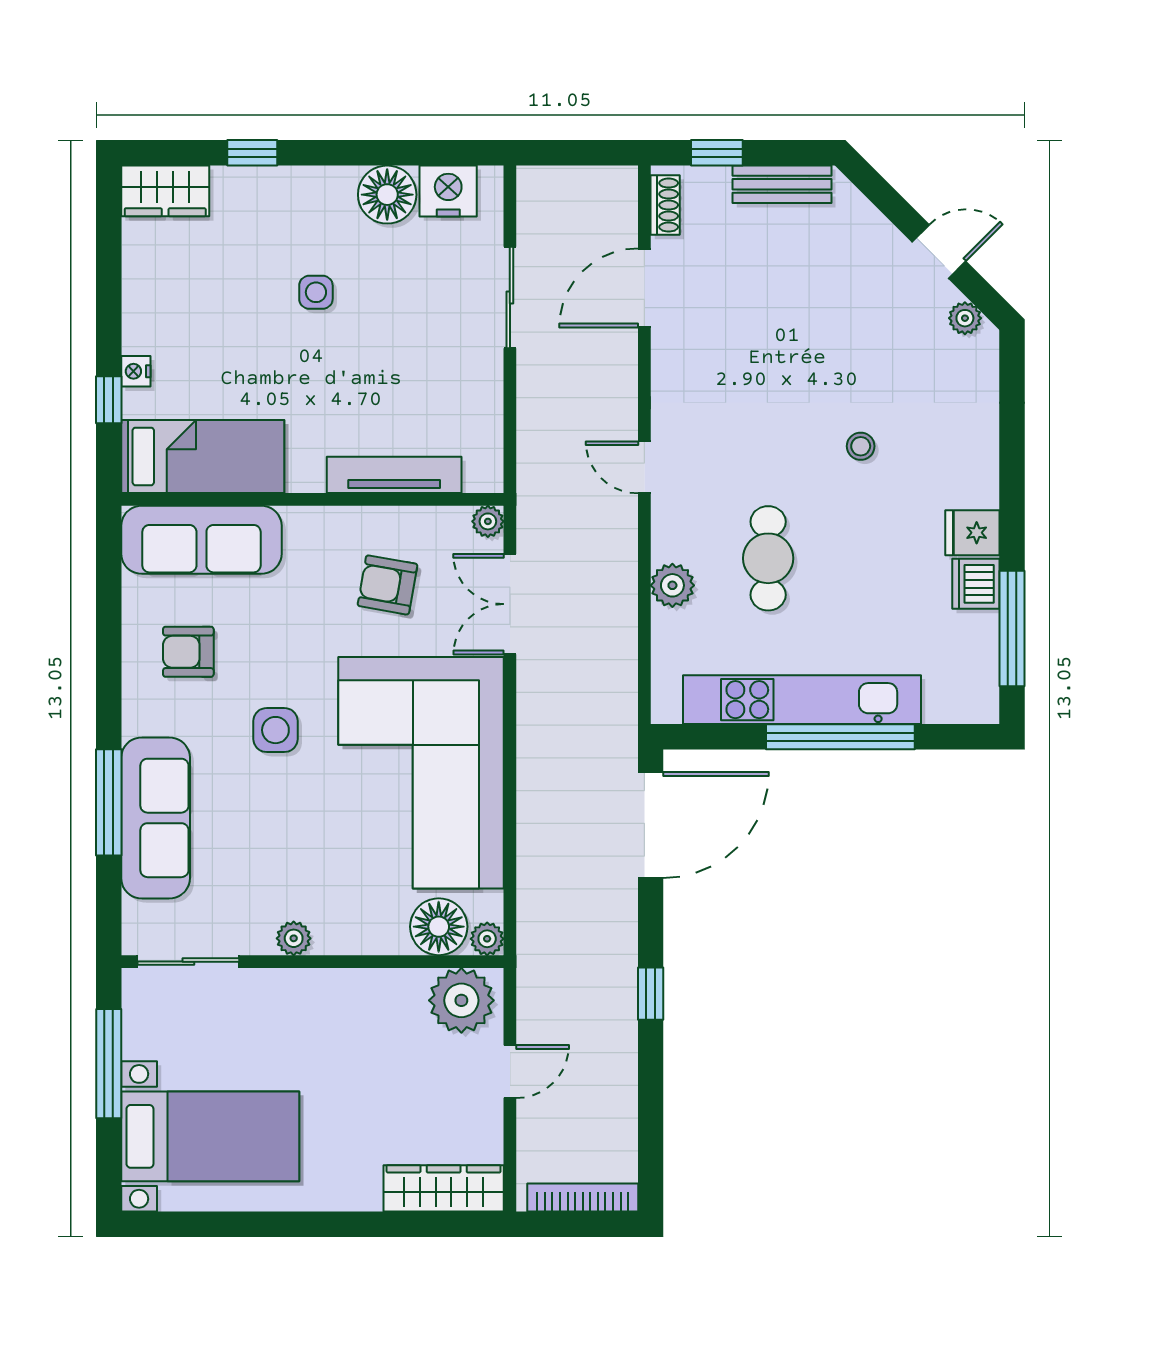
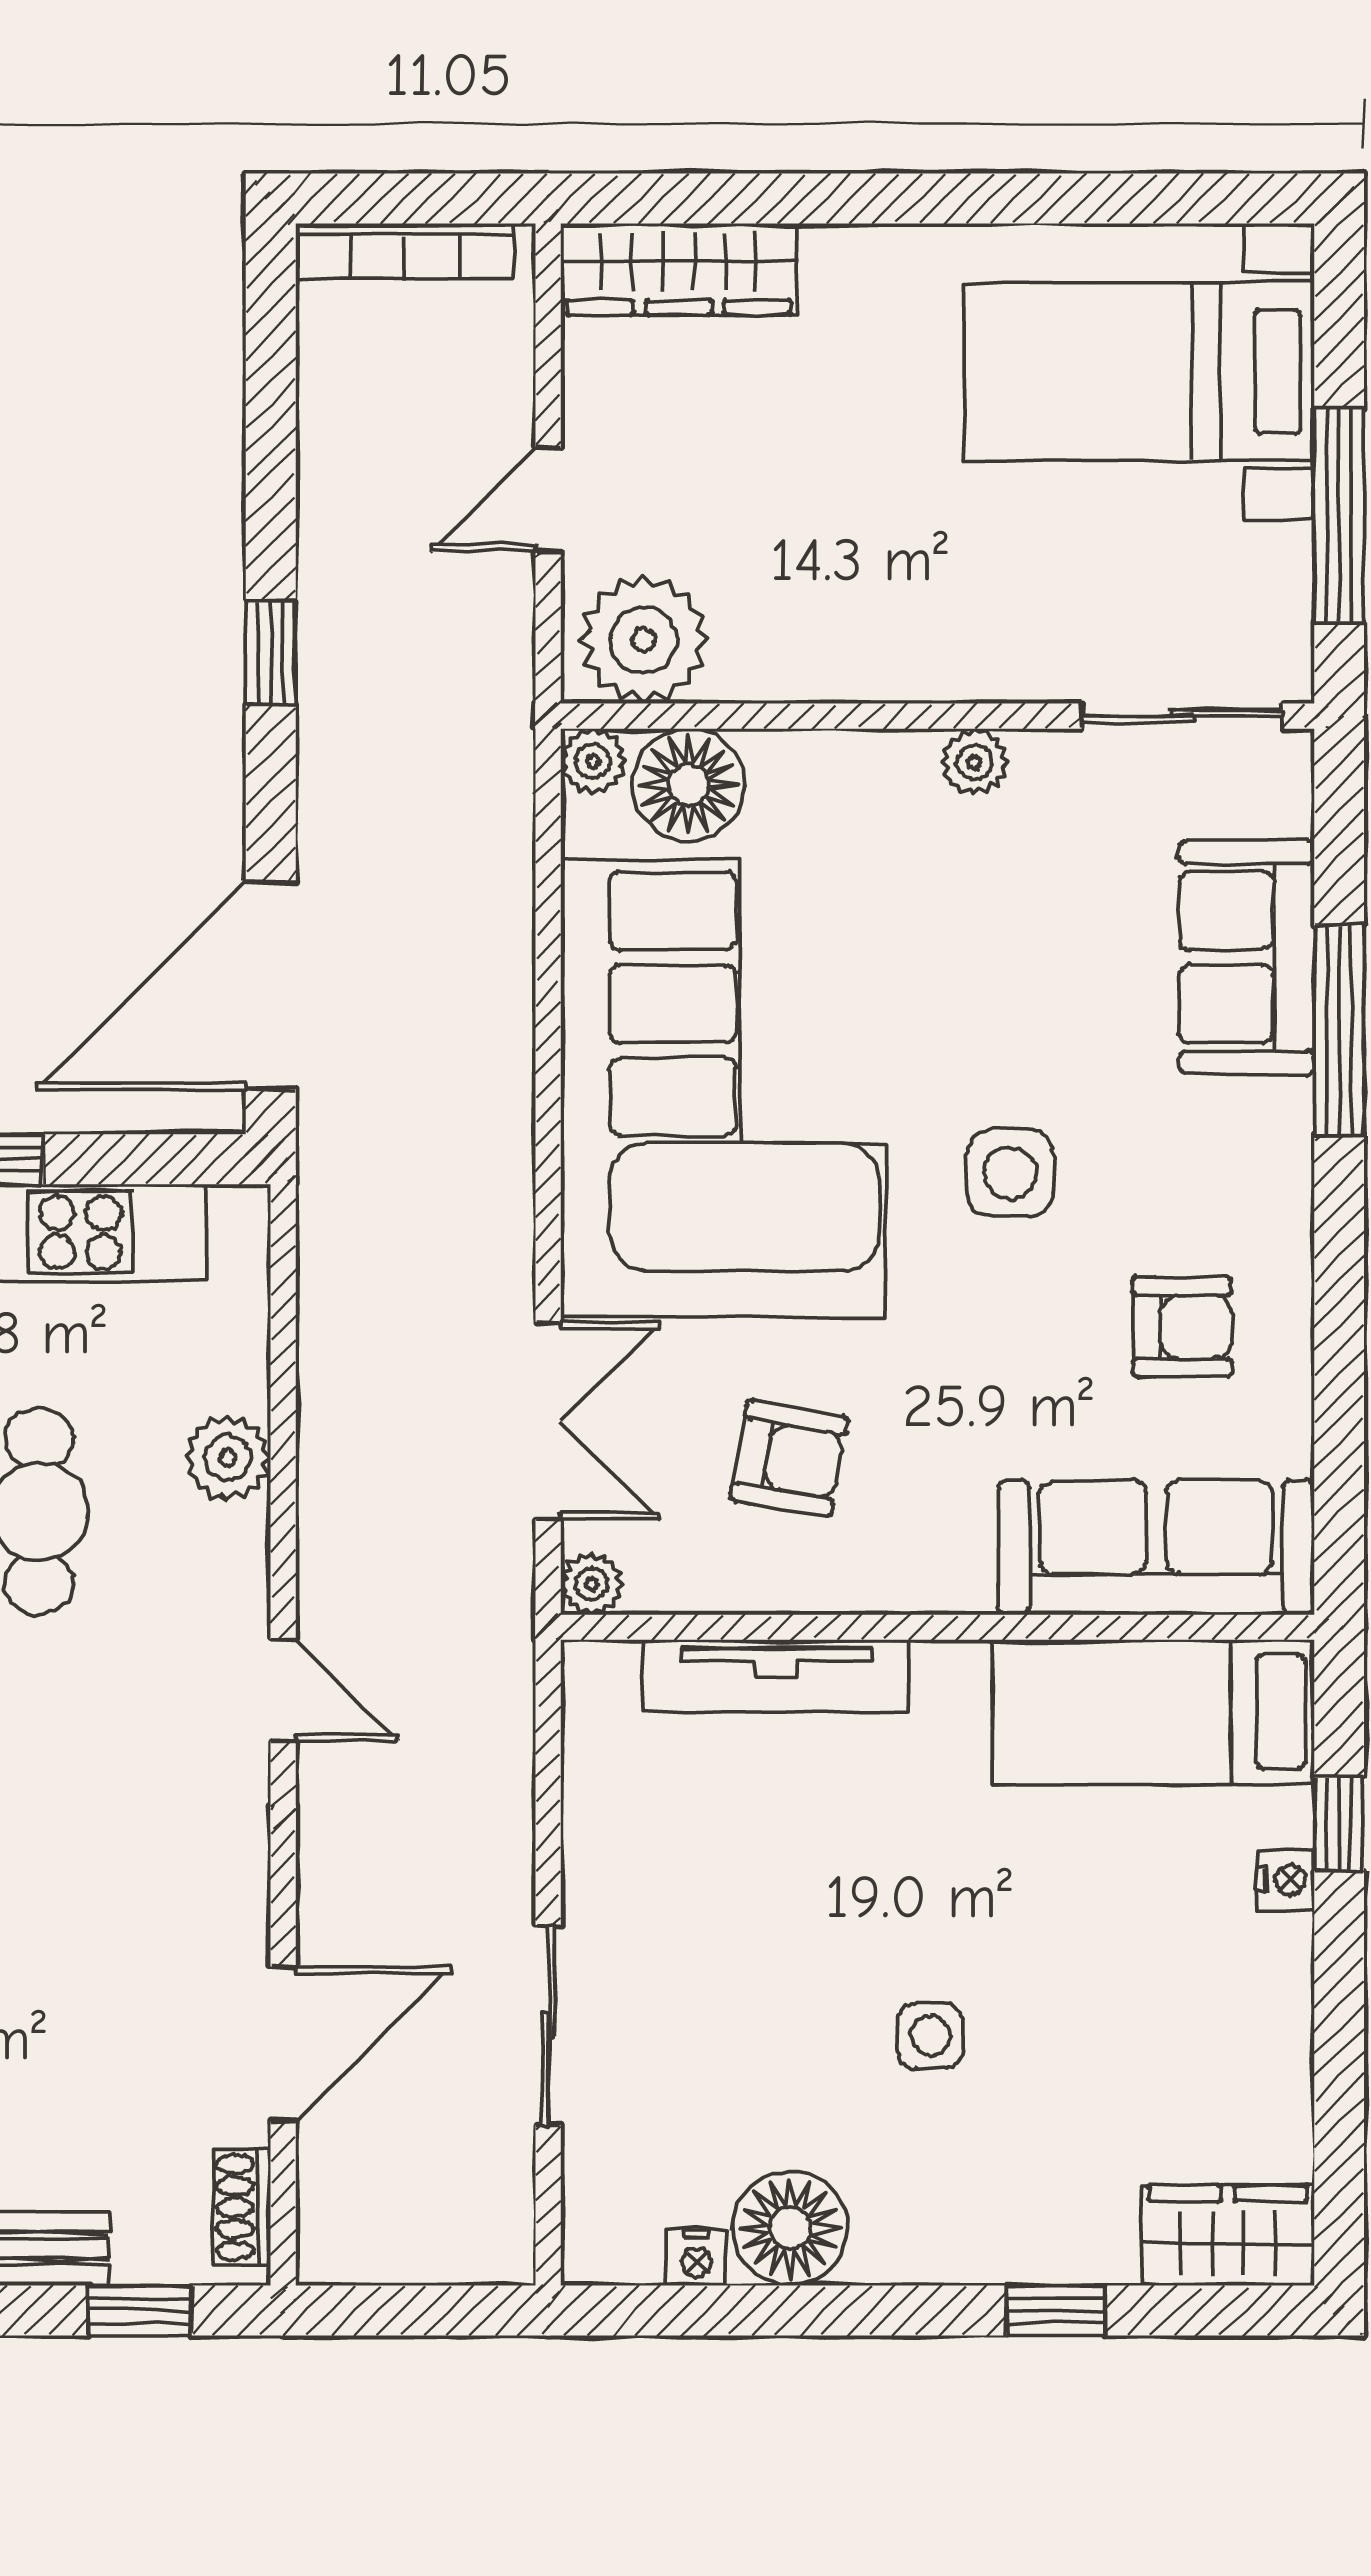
nightstand: (448, 191) -> (696, 2258), width x0.53, depth x0.56
sofa: (156, 818) -> (1247, 957), width x0.73

